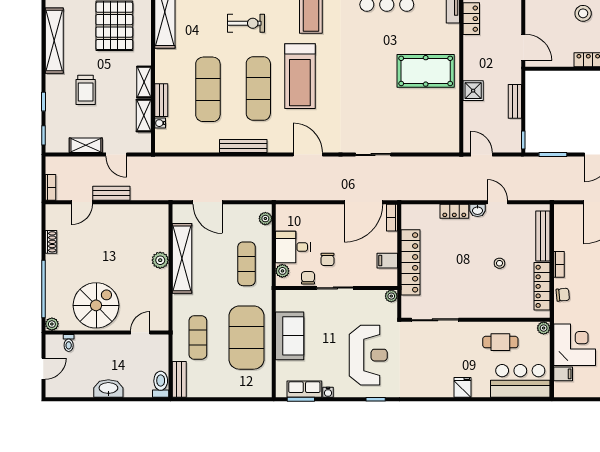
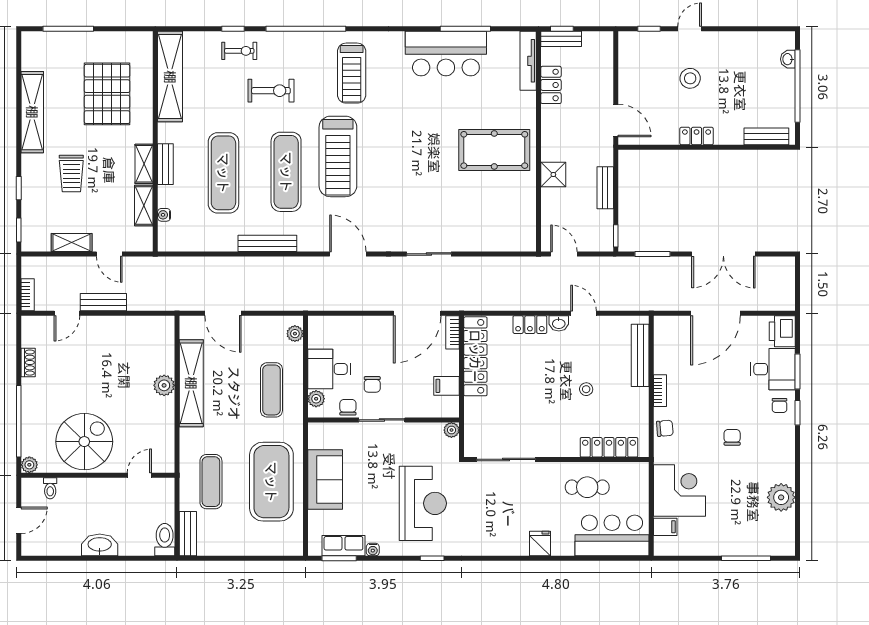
bench: (161, 100) -> (165, 164), moved
locker: (410, 262) -> (475, 356), moved
locker: (542, 286) -> (609, 447), moved, turned 90
plant: (544, 328) -> (641, 470), removed

